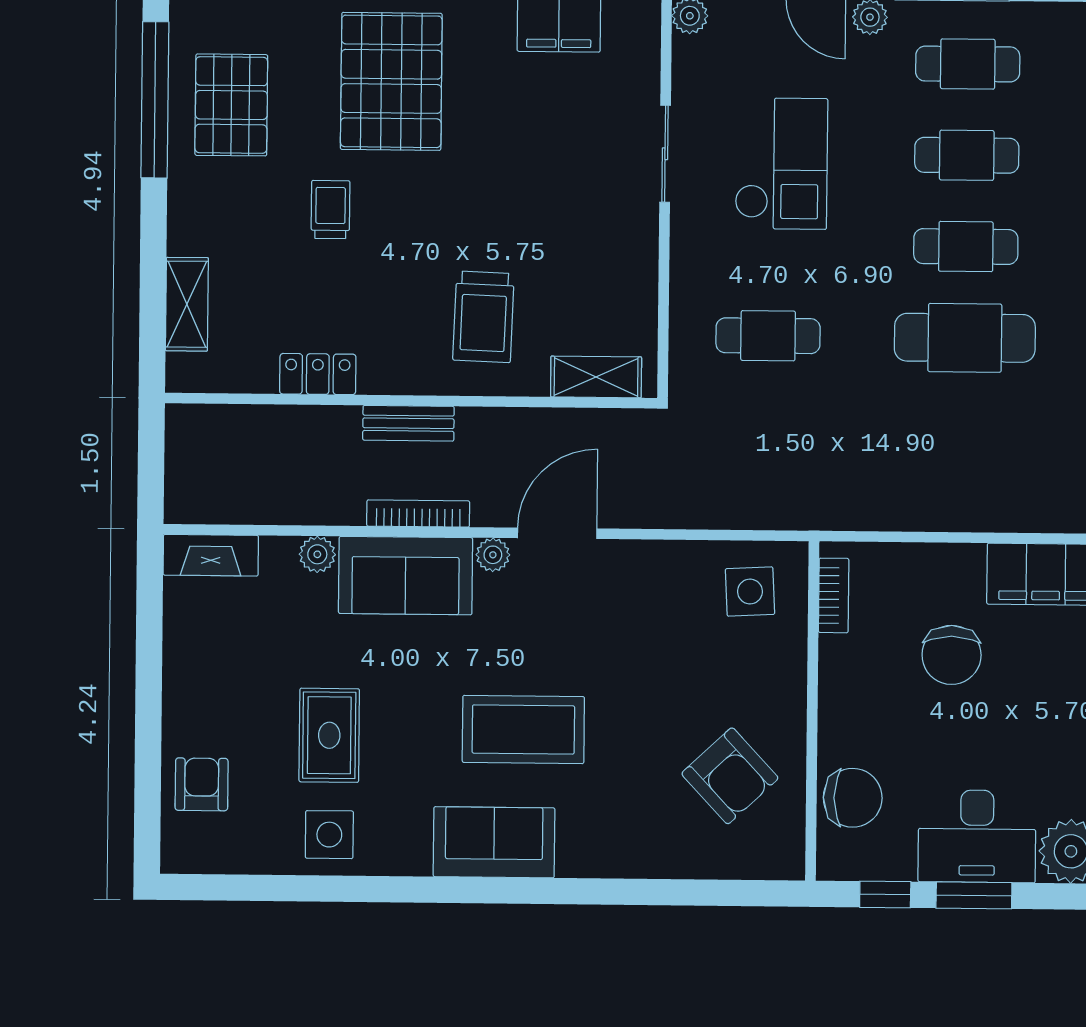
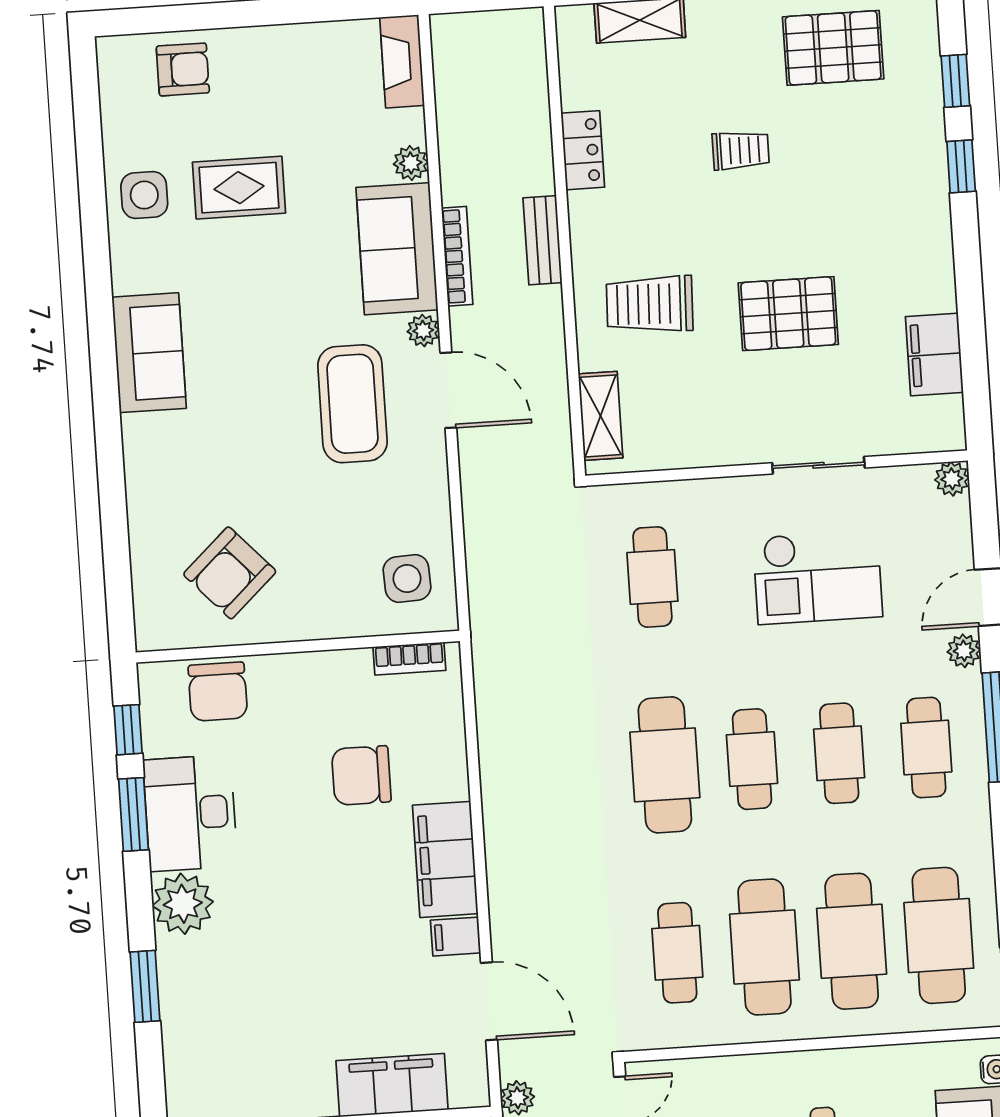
pallet: (391, 81) -> (788, 314), moved, width x0.73, depth x0.71
coffee table: (523, 729) -> (352, 404), moved

